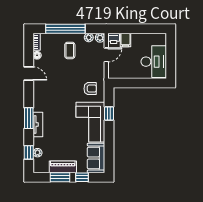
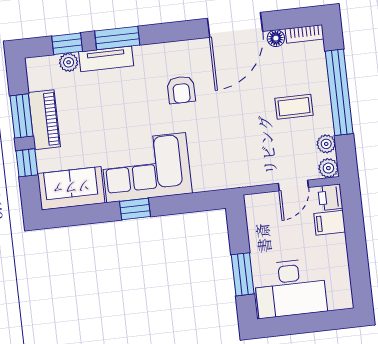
door: (106, 55) -> (293, 185), hinge flipped
door: (29, 74) -> (235, 25), width x1.87
window: (145, 83) -> (243, 274), added
armchair: (90, 89) -> (181, 90), moved
window: (109, 113) -> (135, 209), moved
window: (29, 118) -> (117, 38), moved
tv unit: (38, 124) -> (106, 59), moved

